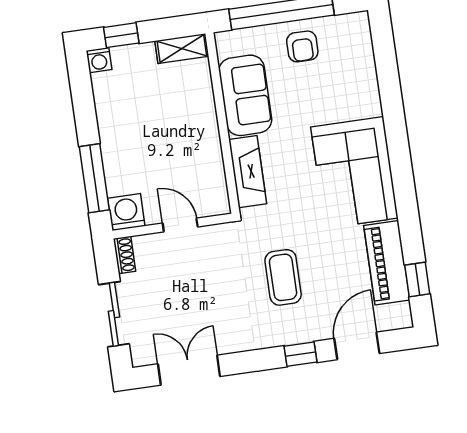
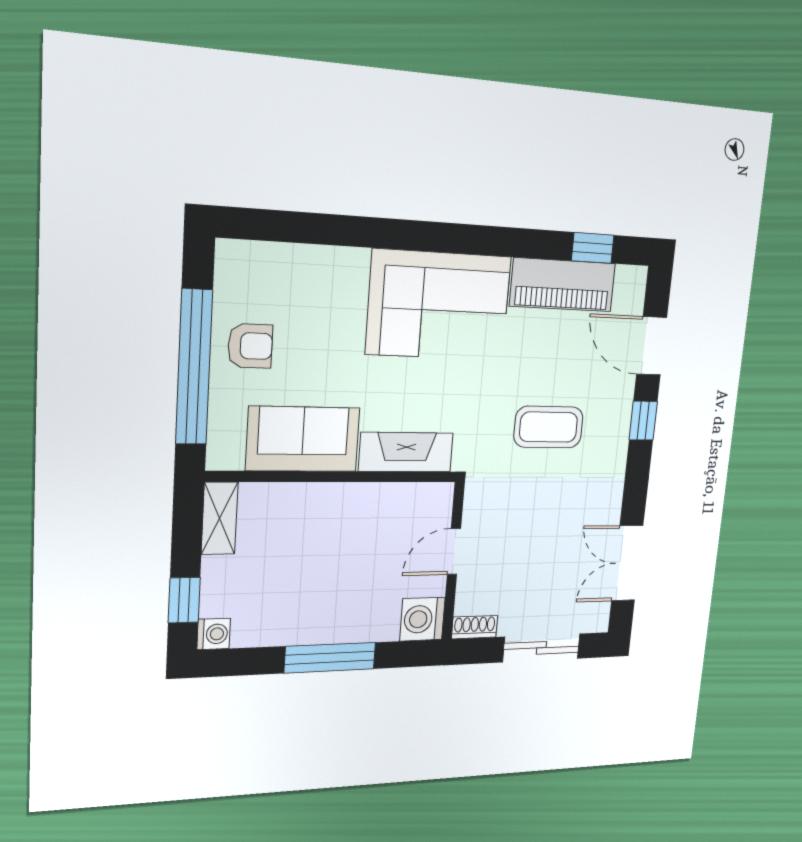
window: (94, 178) -> (330, 658), moved

